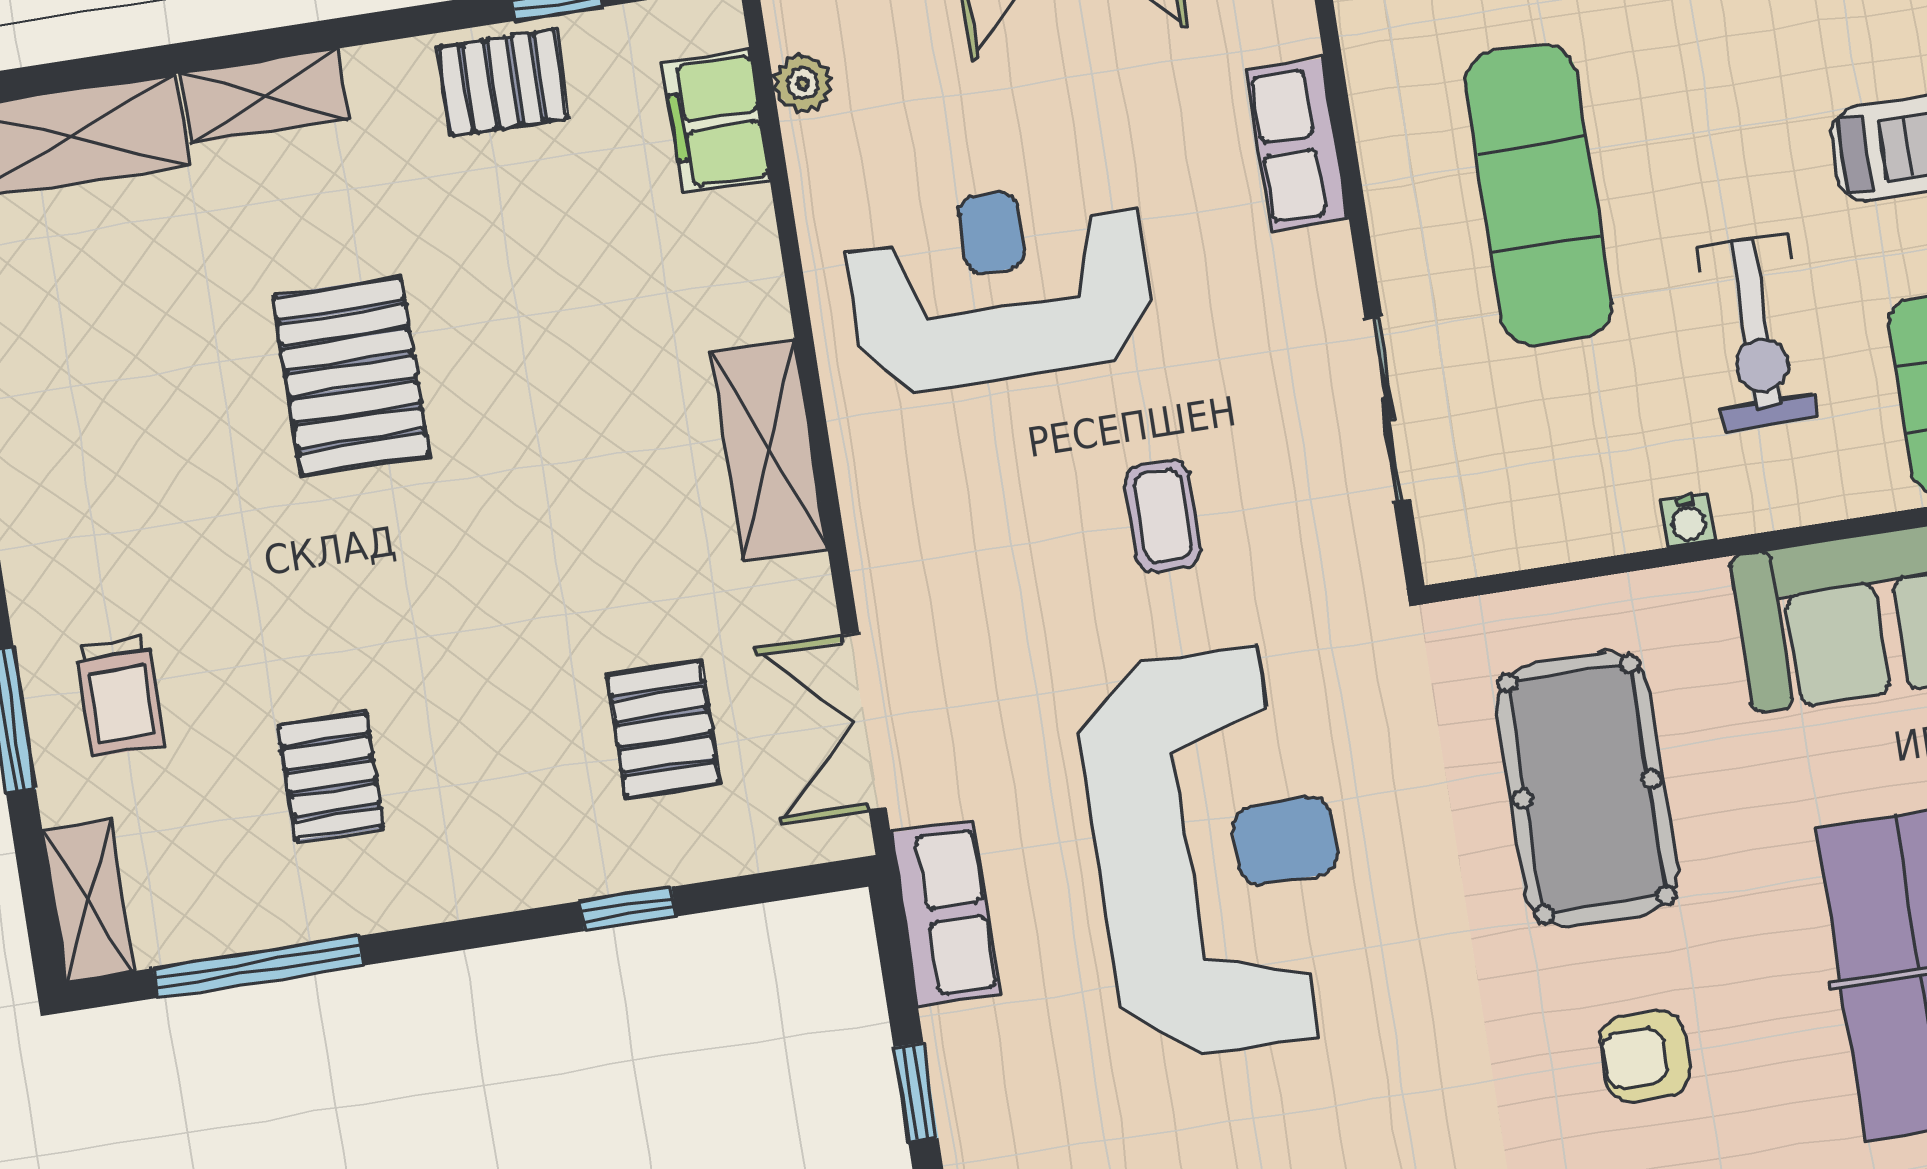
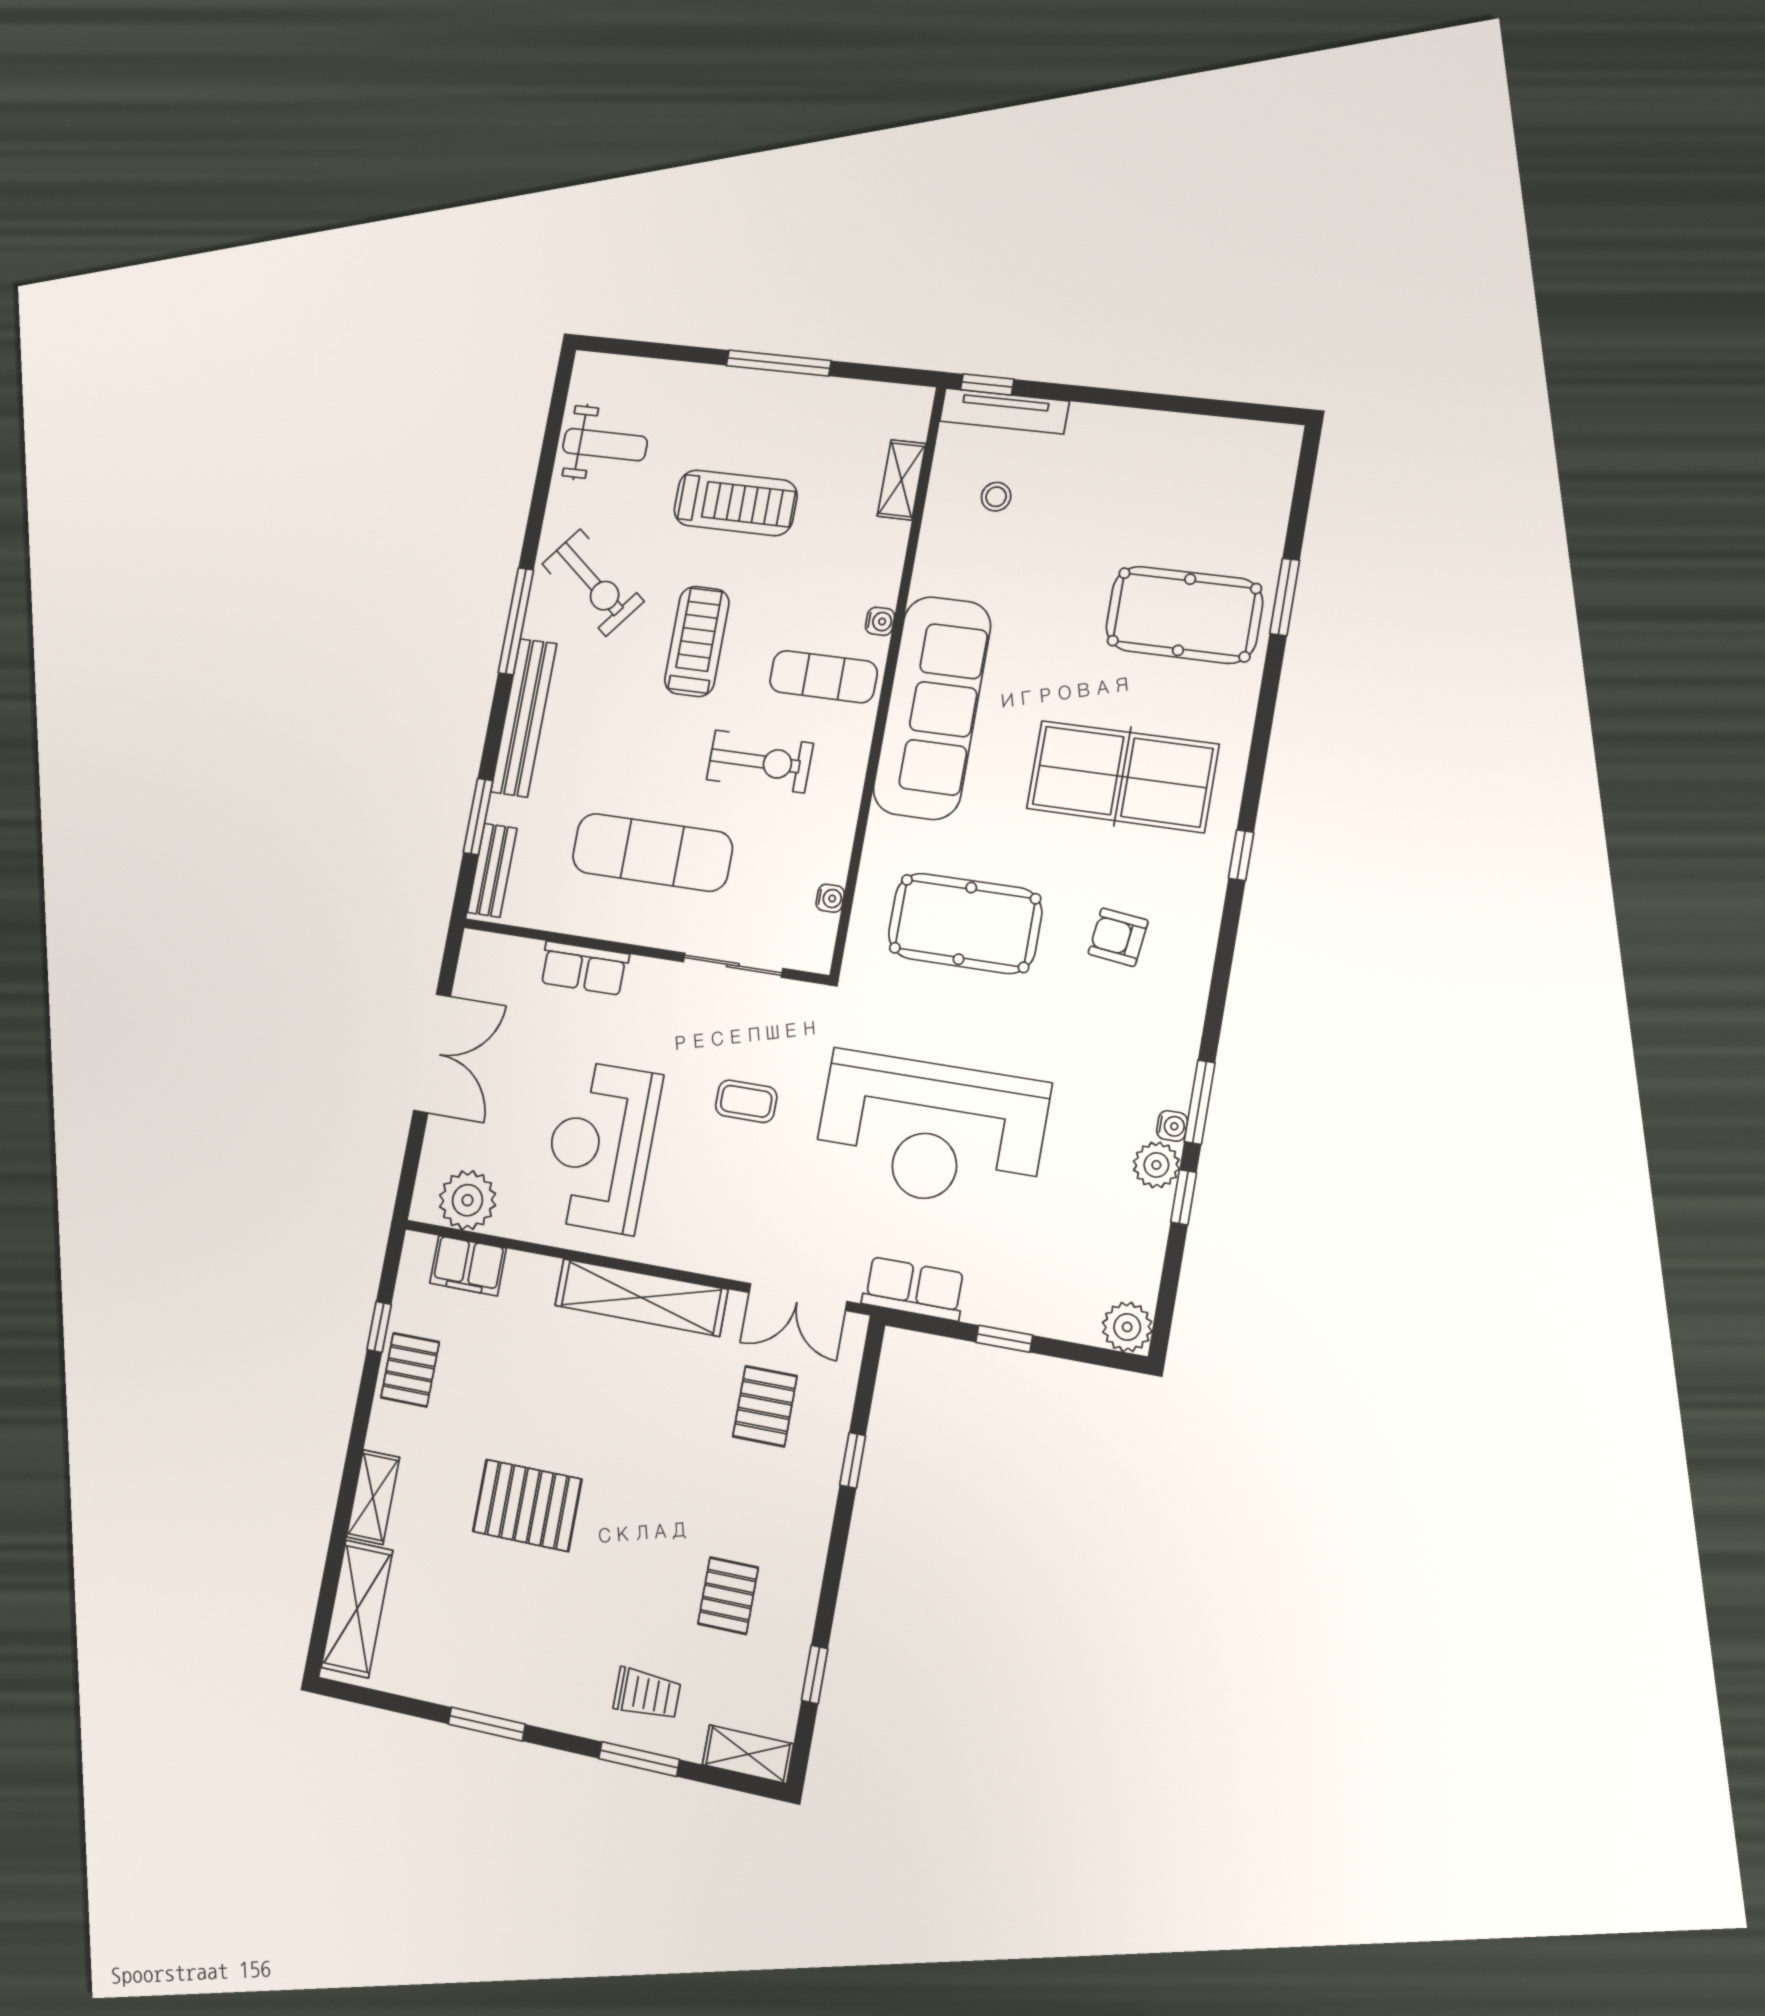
plant: (803, 83) -> (467, 1200), width x1.87, depth x1.87
shelving: (769, 450) -> (641, 1297), width x1.47
water cooler: (1688, 520) -> (830, 898), moved
pallet: (663, 729) -> (765, 1406), turned 90
pallet: (331, 777) -> (728, 1596), turned 90
reception desk: (1217, 851) -> (930, 1131), turned 180
window: (258, 967) -> (815, 1674), width x0.46
armchair: (1645, 1056) -> (1118, 937), turned 96

